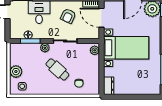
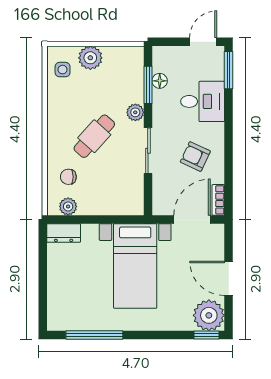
plant: (95, 50) -> (68, 206), moved

